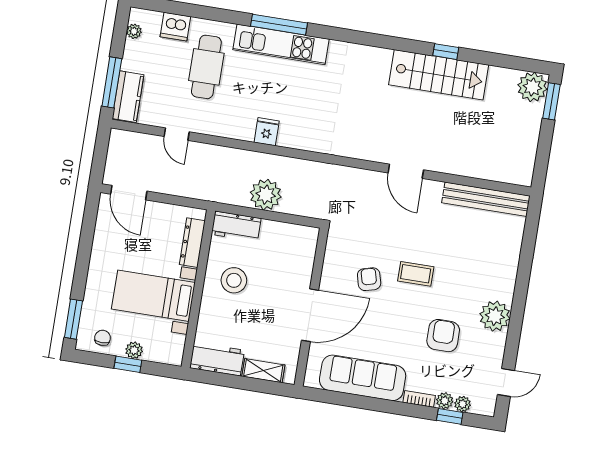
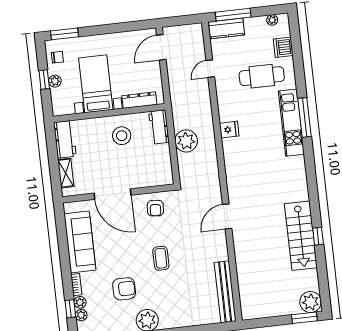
door: (406, 171) -> (227, 217), moved
armchair: (369, 279) -> (155, 208), moved, turned 110

